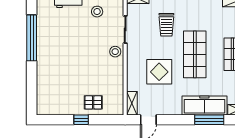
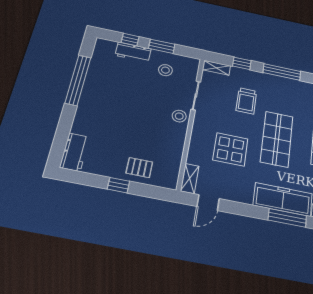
workbench: (44, 100) -> (75, 152), added

